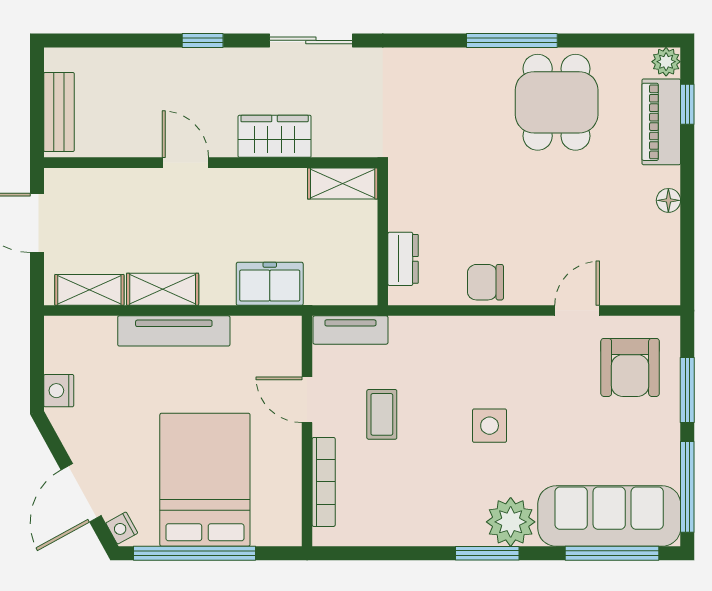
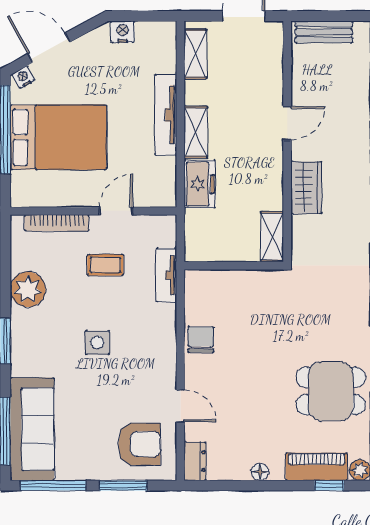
dresser: (403, 259) -> (195, 461), moved, turned -90
shelving: (163, 289) -> (196, 132), moved
tv unit: (350, 330) -> (166, 275), moved
armchair: (630, 367) -> (139, 444), turned 180
plant: (511, 522) -> (28, 289), moved

